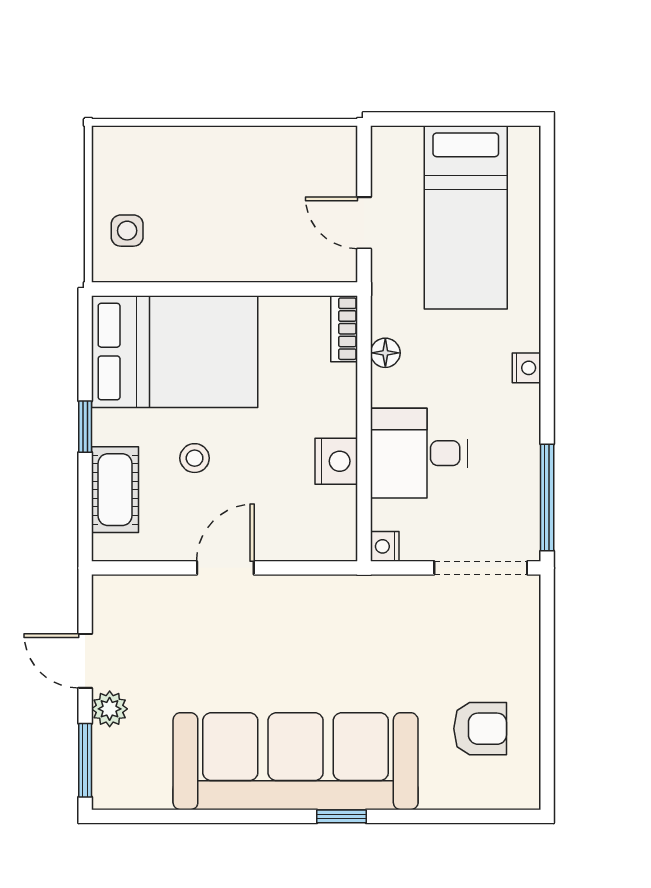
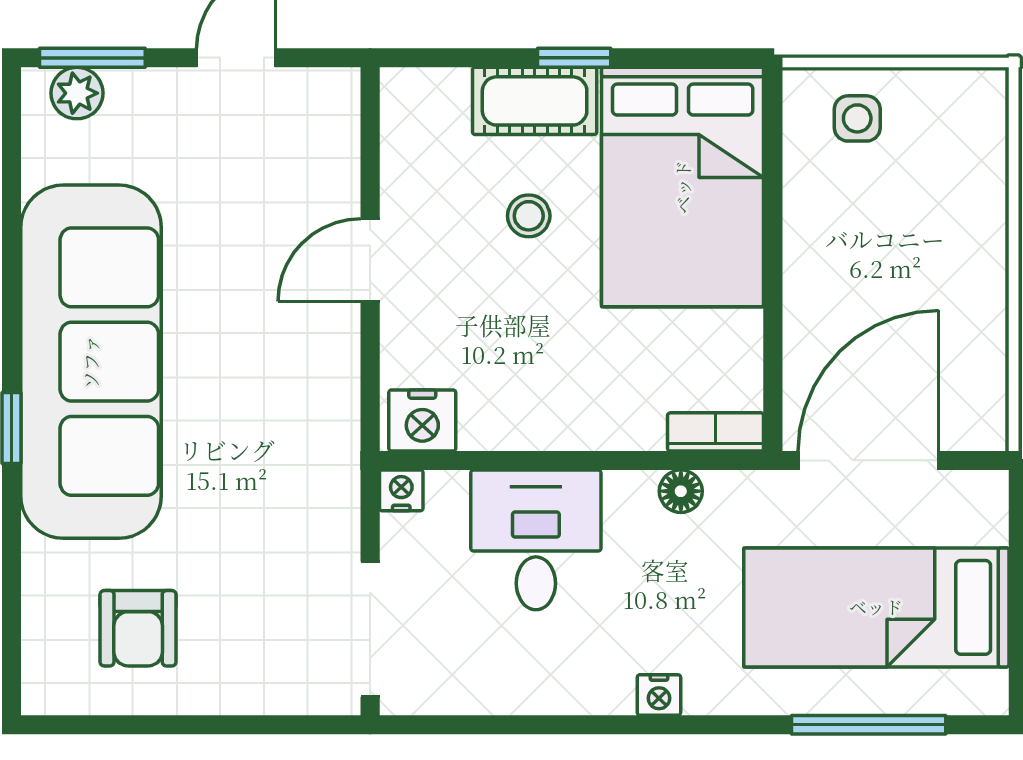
door: (364, 223) -> (868, 460), width x1.87
nightstand: (336, 461) -> (422, 420), moved
cot: (115, 490) -> (535, 101), moved
window: (547, 498) -> (869, 725), moved
door: (225, 568) -> (370, 260), swing flipped
plant: (110, 709) -> (77, 93), moved

